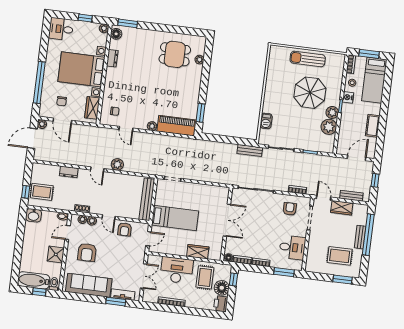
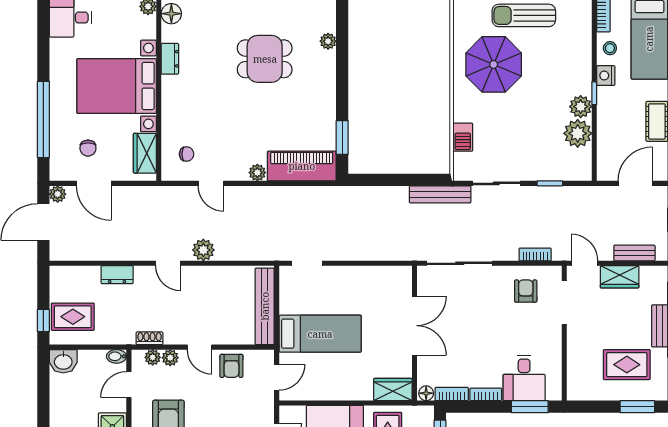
dining table: (175, 54) -> (265, 59), moved
parasol: (310, 93) -> (494, 64), moved
bench: (250, 151) -> (440, 194), width x1.36
desk: (292, 247) -> (524, 378), moved, turned 90
wardrobe: (198, 252) -> (393, 390), moved

